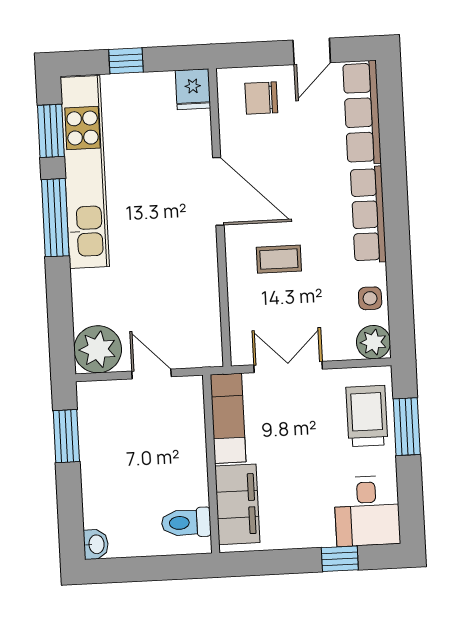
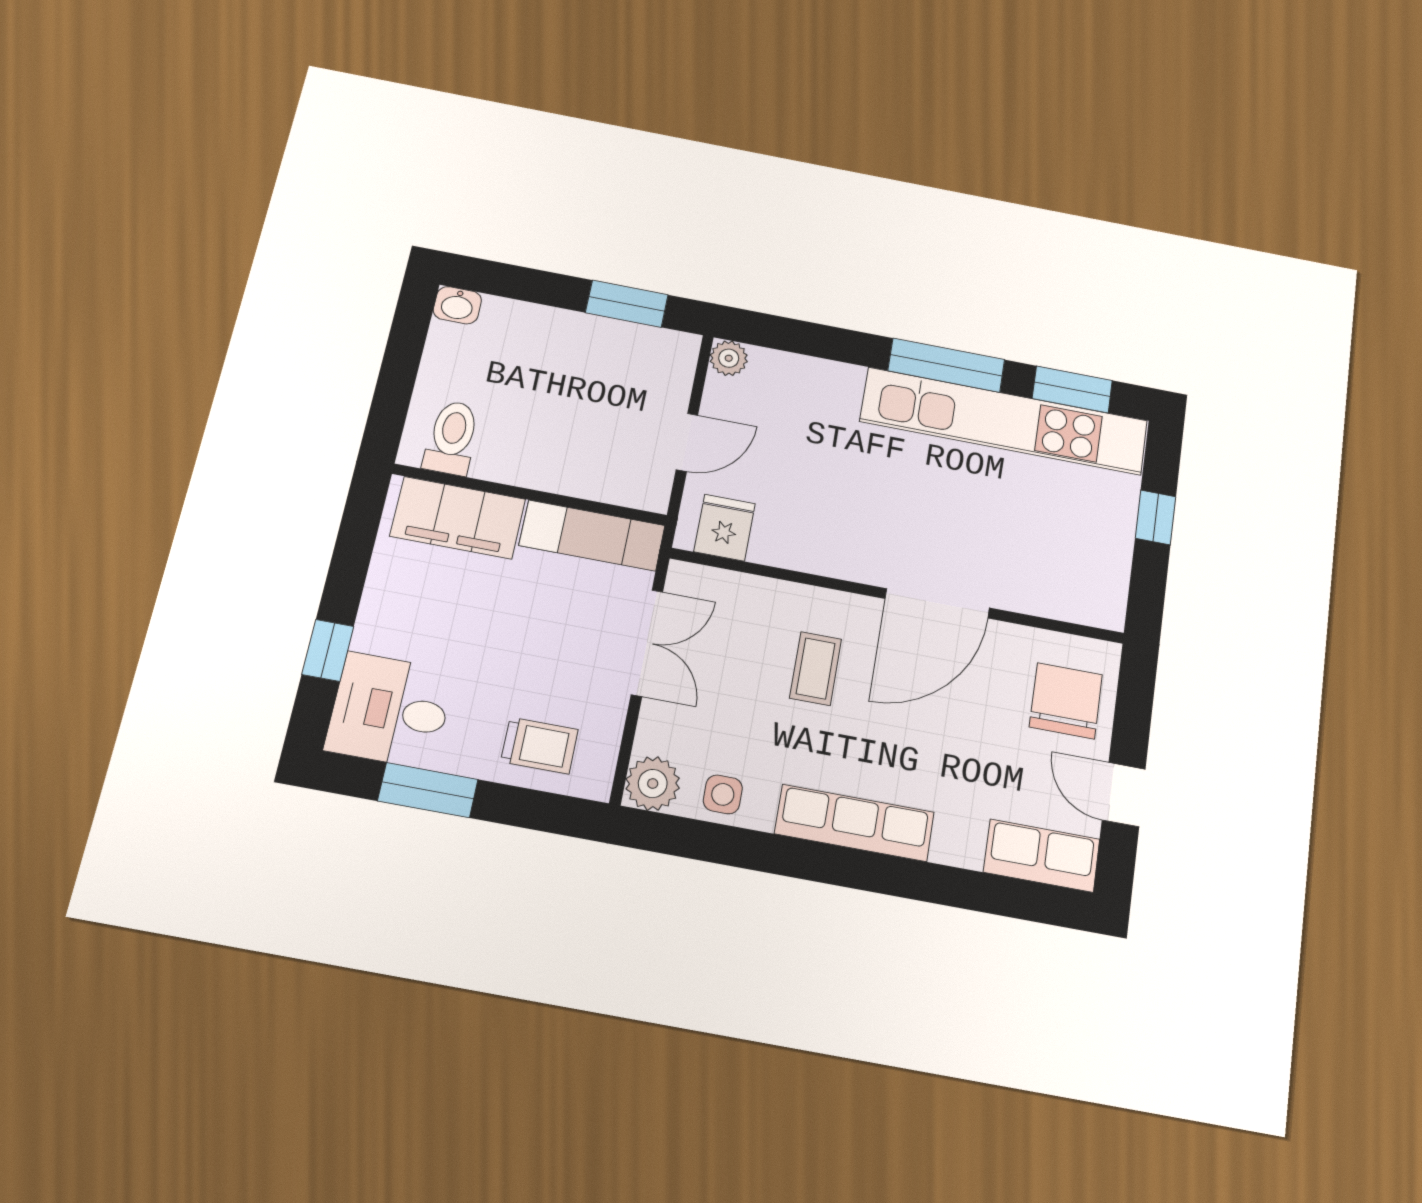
fridge: (193, 89) -> (725, 528), moved, turned 90
chair: (261, 98) -> (1066, 701), width x1.37, depth x1.37
row of seats: (362, 113) -> (1042, 856), width x0.68
plant: (98, 349) -> (729, 358), width x0.53, depth x0.53
trolley: (367, 416) -> (539, 746), width x0.73, depth x0.72
window: (407, 427) -> (428, 790), moved

